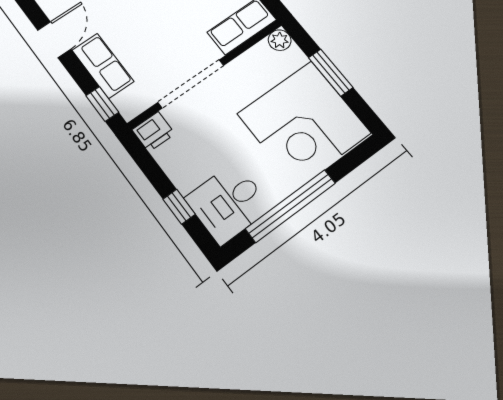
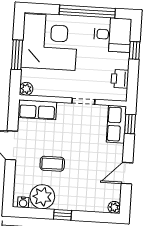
row of seats: (103, 66) -> (116, 124), moved
doorway: (191, 84) -> (83, 101), width x0.53
printer: (154, 132) -> (120, 79), moved, turned -90

